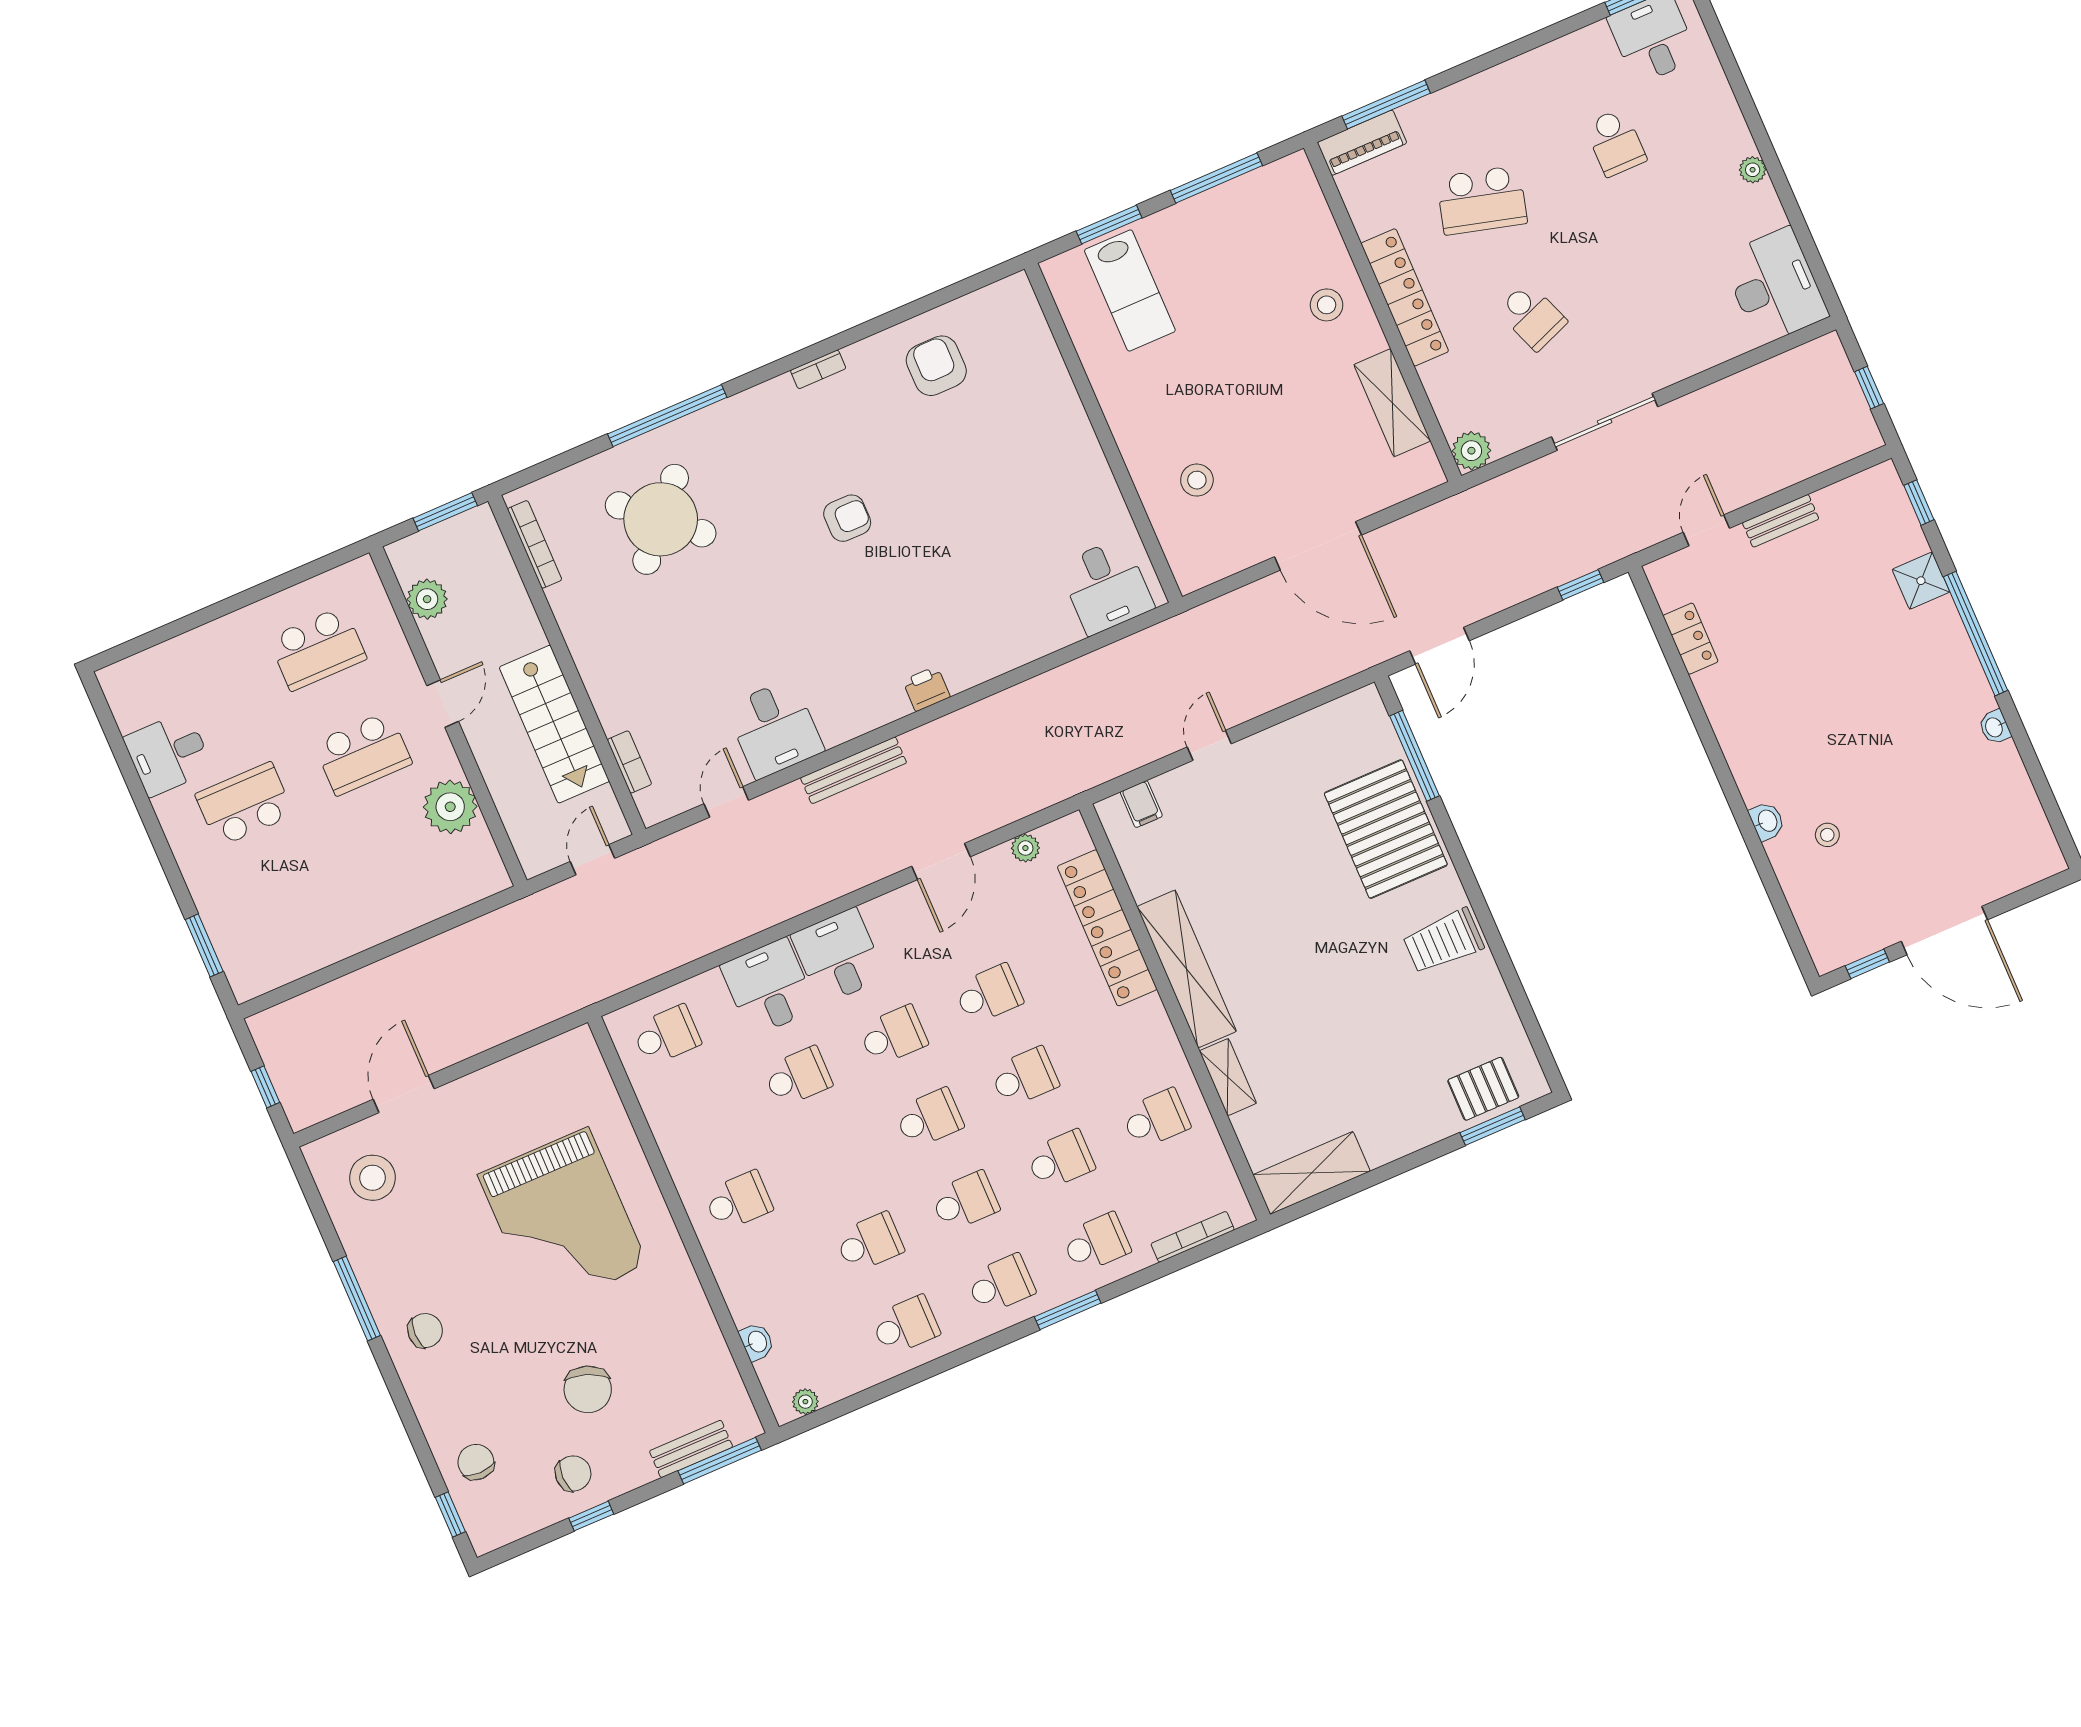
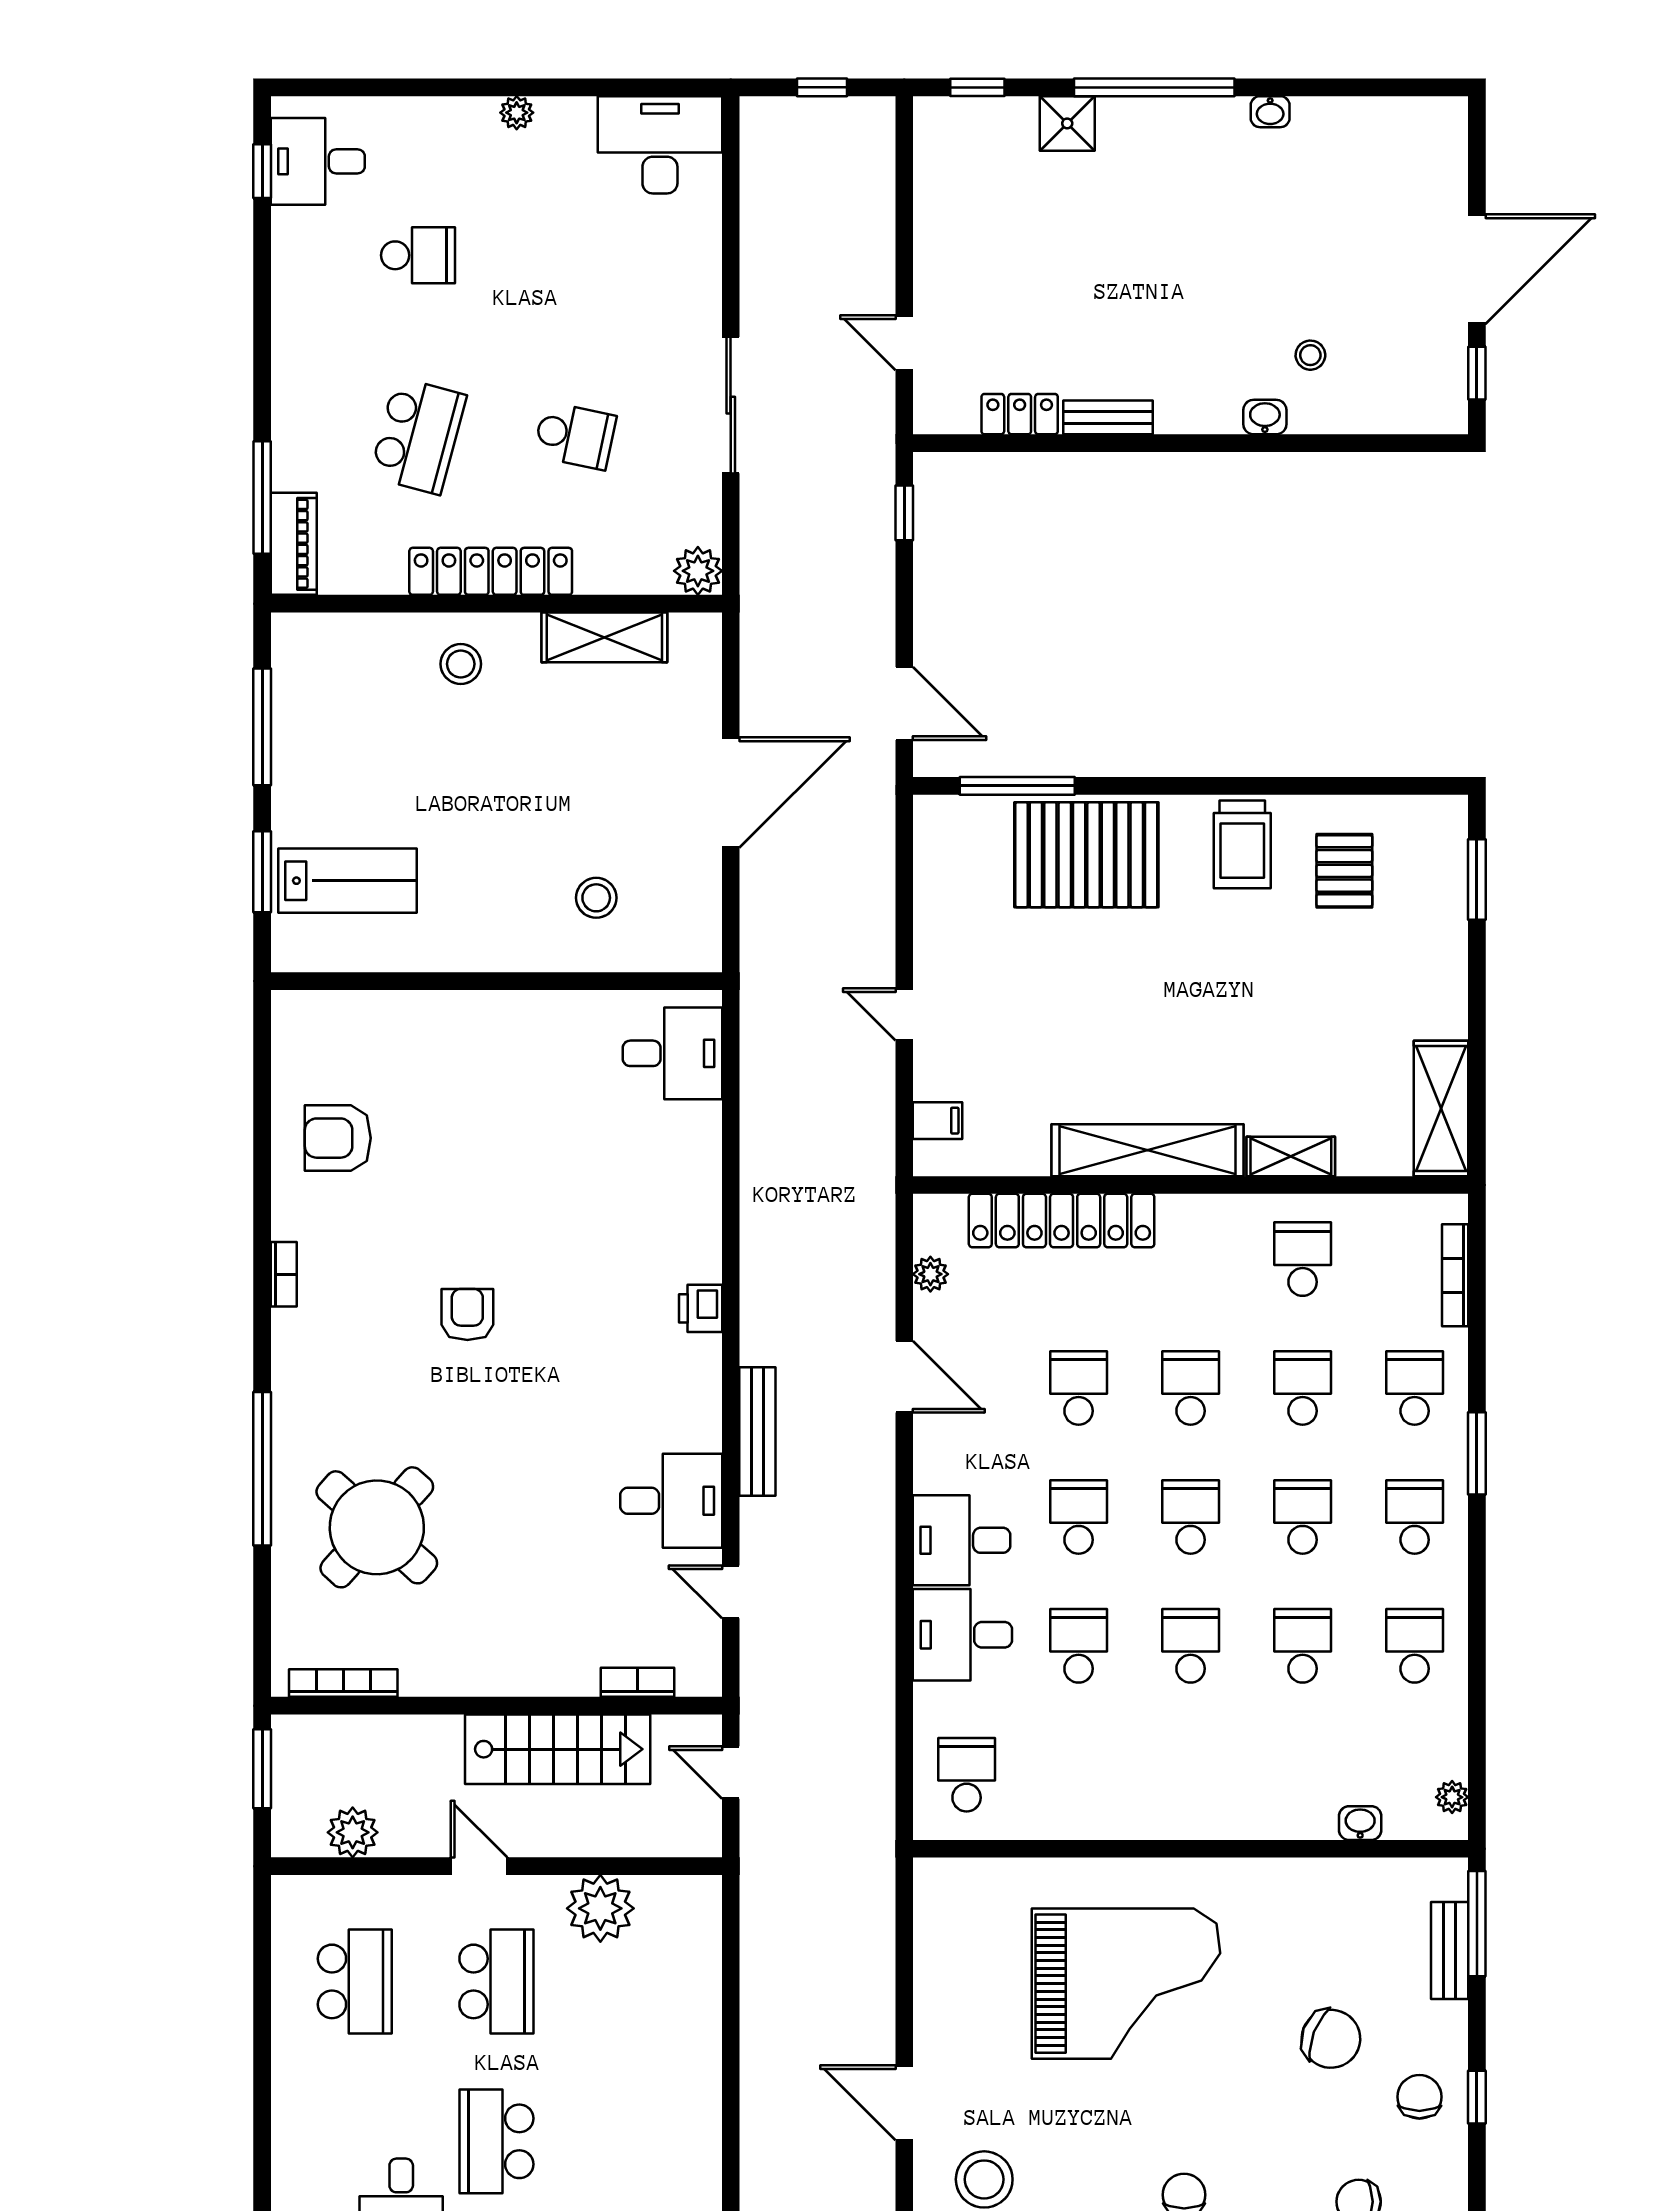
school desk: (1532, 316) -> (575, 436), turned 33
bench: (1781, 521) -> (1108, 417), moved, turned 90
pallet: (1483, 1089) -> (1344, 871), moved
school desk: (738, 1201) -> (1191, 1646), moved

